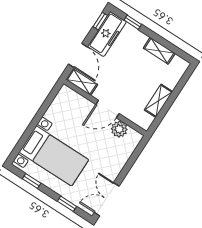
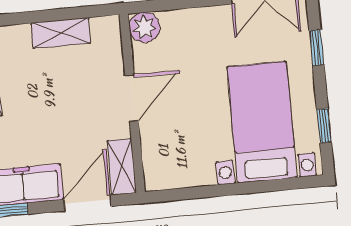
door: (107, 109) -> (132, 98), hinge flipped
plant: (119, 129) -> (144, 27), moved

